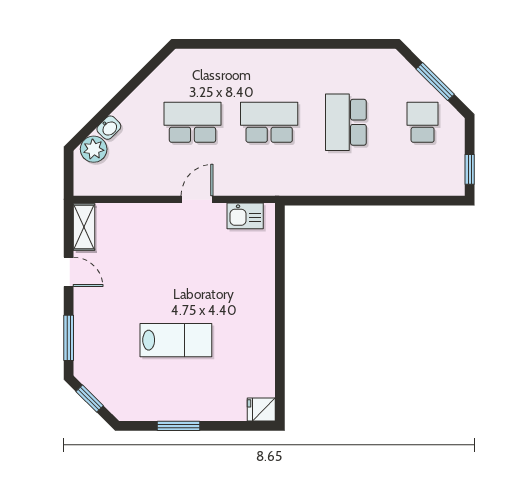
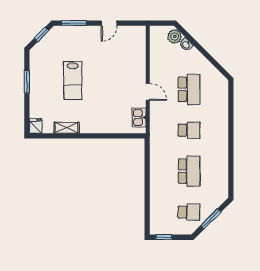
school desk: (269, 122) -> (189, 130), width x0.54
school desk: (346, 122) -> (189, 171), turned 90
shelving: (84, 227) -> (66, 128), moved

